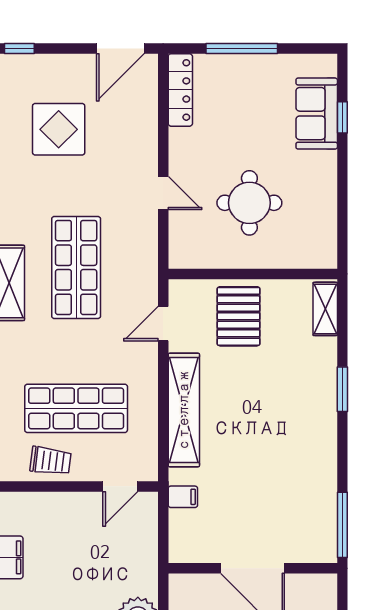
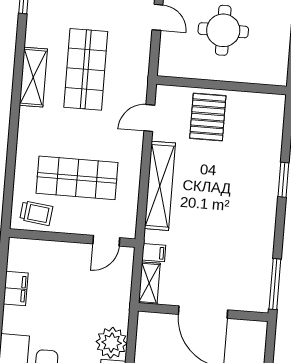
shelving: (325, 309) -> (149, 283), moved
trolley: (50, 461) -> (36, 213), moved

